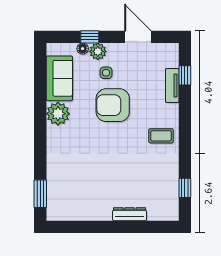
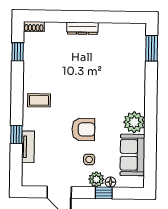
window: (185, 75) -> (16, 135), moved
armchair: (113, 105) -> (83, 129), width x0.73, depth x0.73
dresser: (130, 214) -> (82, 28), moved
shoe rack: (168, 215) -> (34, 26), added

